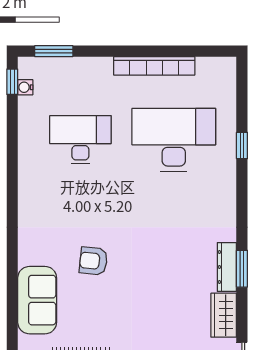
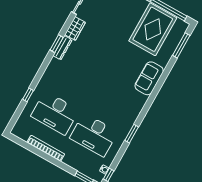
desk: (80, 140) -> (94, 135), width x1.36, depth x1.30
window: (12, 181) -> (132, 134), added
armchair: (93, 261) -> (117, 81), removed

